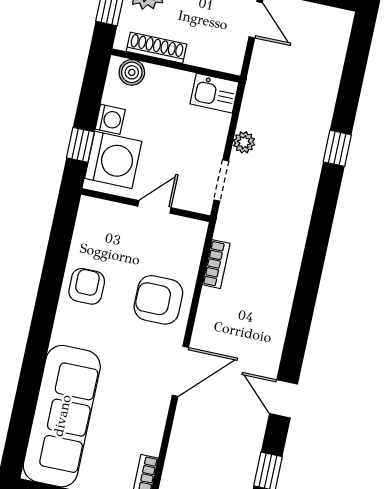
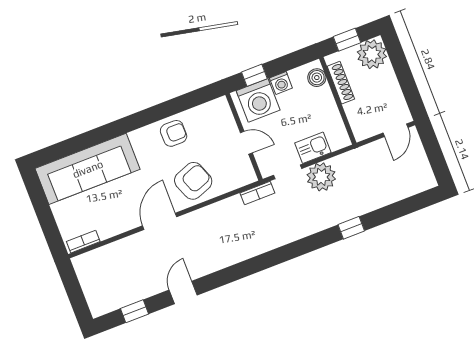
kitchen sink: (214, 93) -> (313, 148), moved, turned 90
plant: (244, 142) -> (321, 177), width x1.88, depth x1.88
bookcase: (216, 264) -> (257, 193), moved
armchair: (158, 300) -> (193, 181), turned 69
door: (180, 371) -> (160, 221), swing flipped

